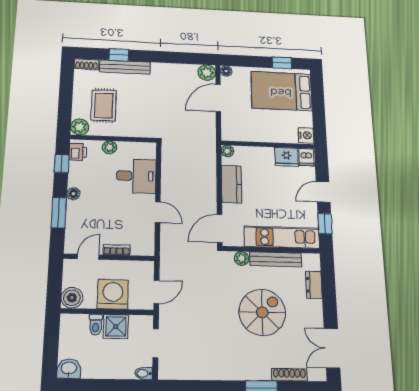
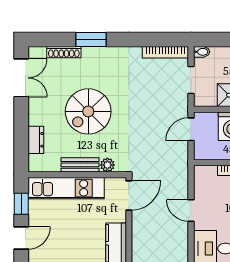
bench: (276, 259) -> (80, 165), width x0.73
bookcase: (183, 373) -> (165, 52), added

